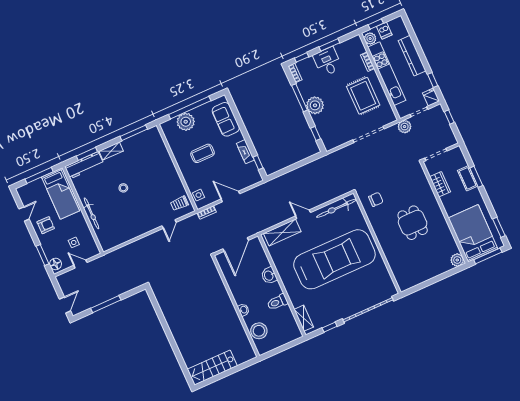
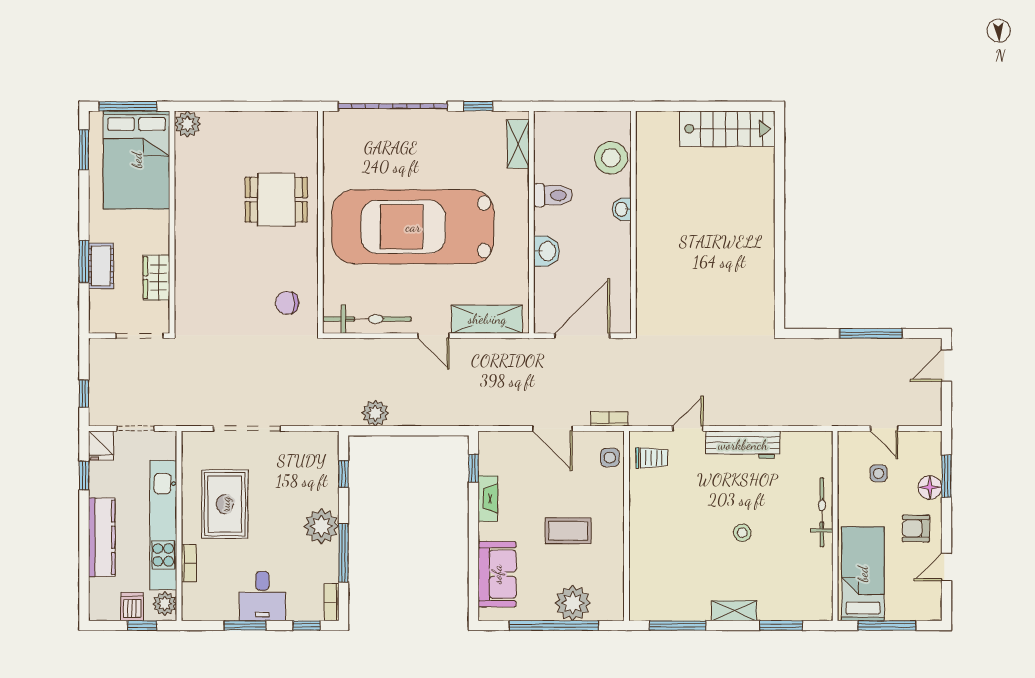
plant: (405, 127) -> (375, 413), moved
workbench: (84, 165) -> (743, 445), moved, turned 180
dining table: (413, 223) -> (276, 200), moved, turned 90
floor lamp: (55, 264) -> (930, 487), moved

